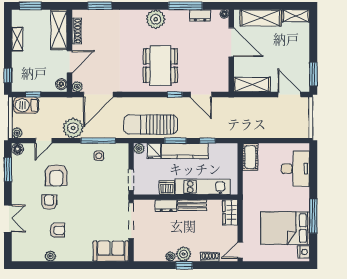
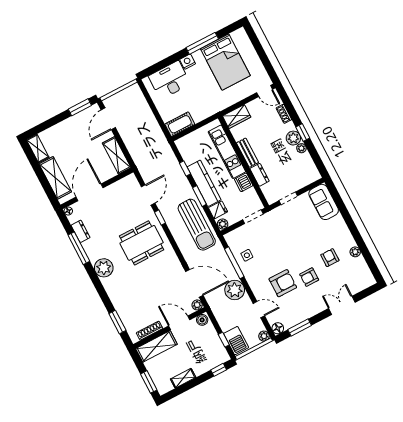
doorway: (131, 221) -> (288, 198), width x0.53
nightstand: (304, 252) -> (188, 62), moved

